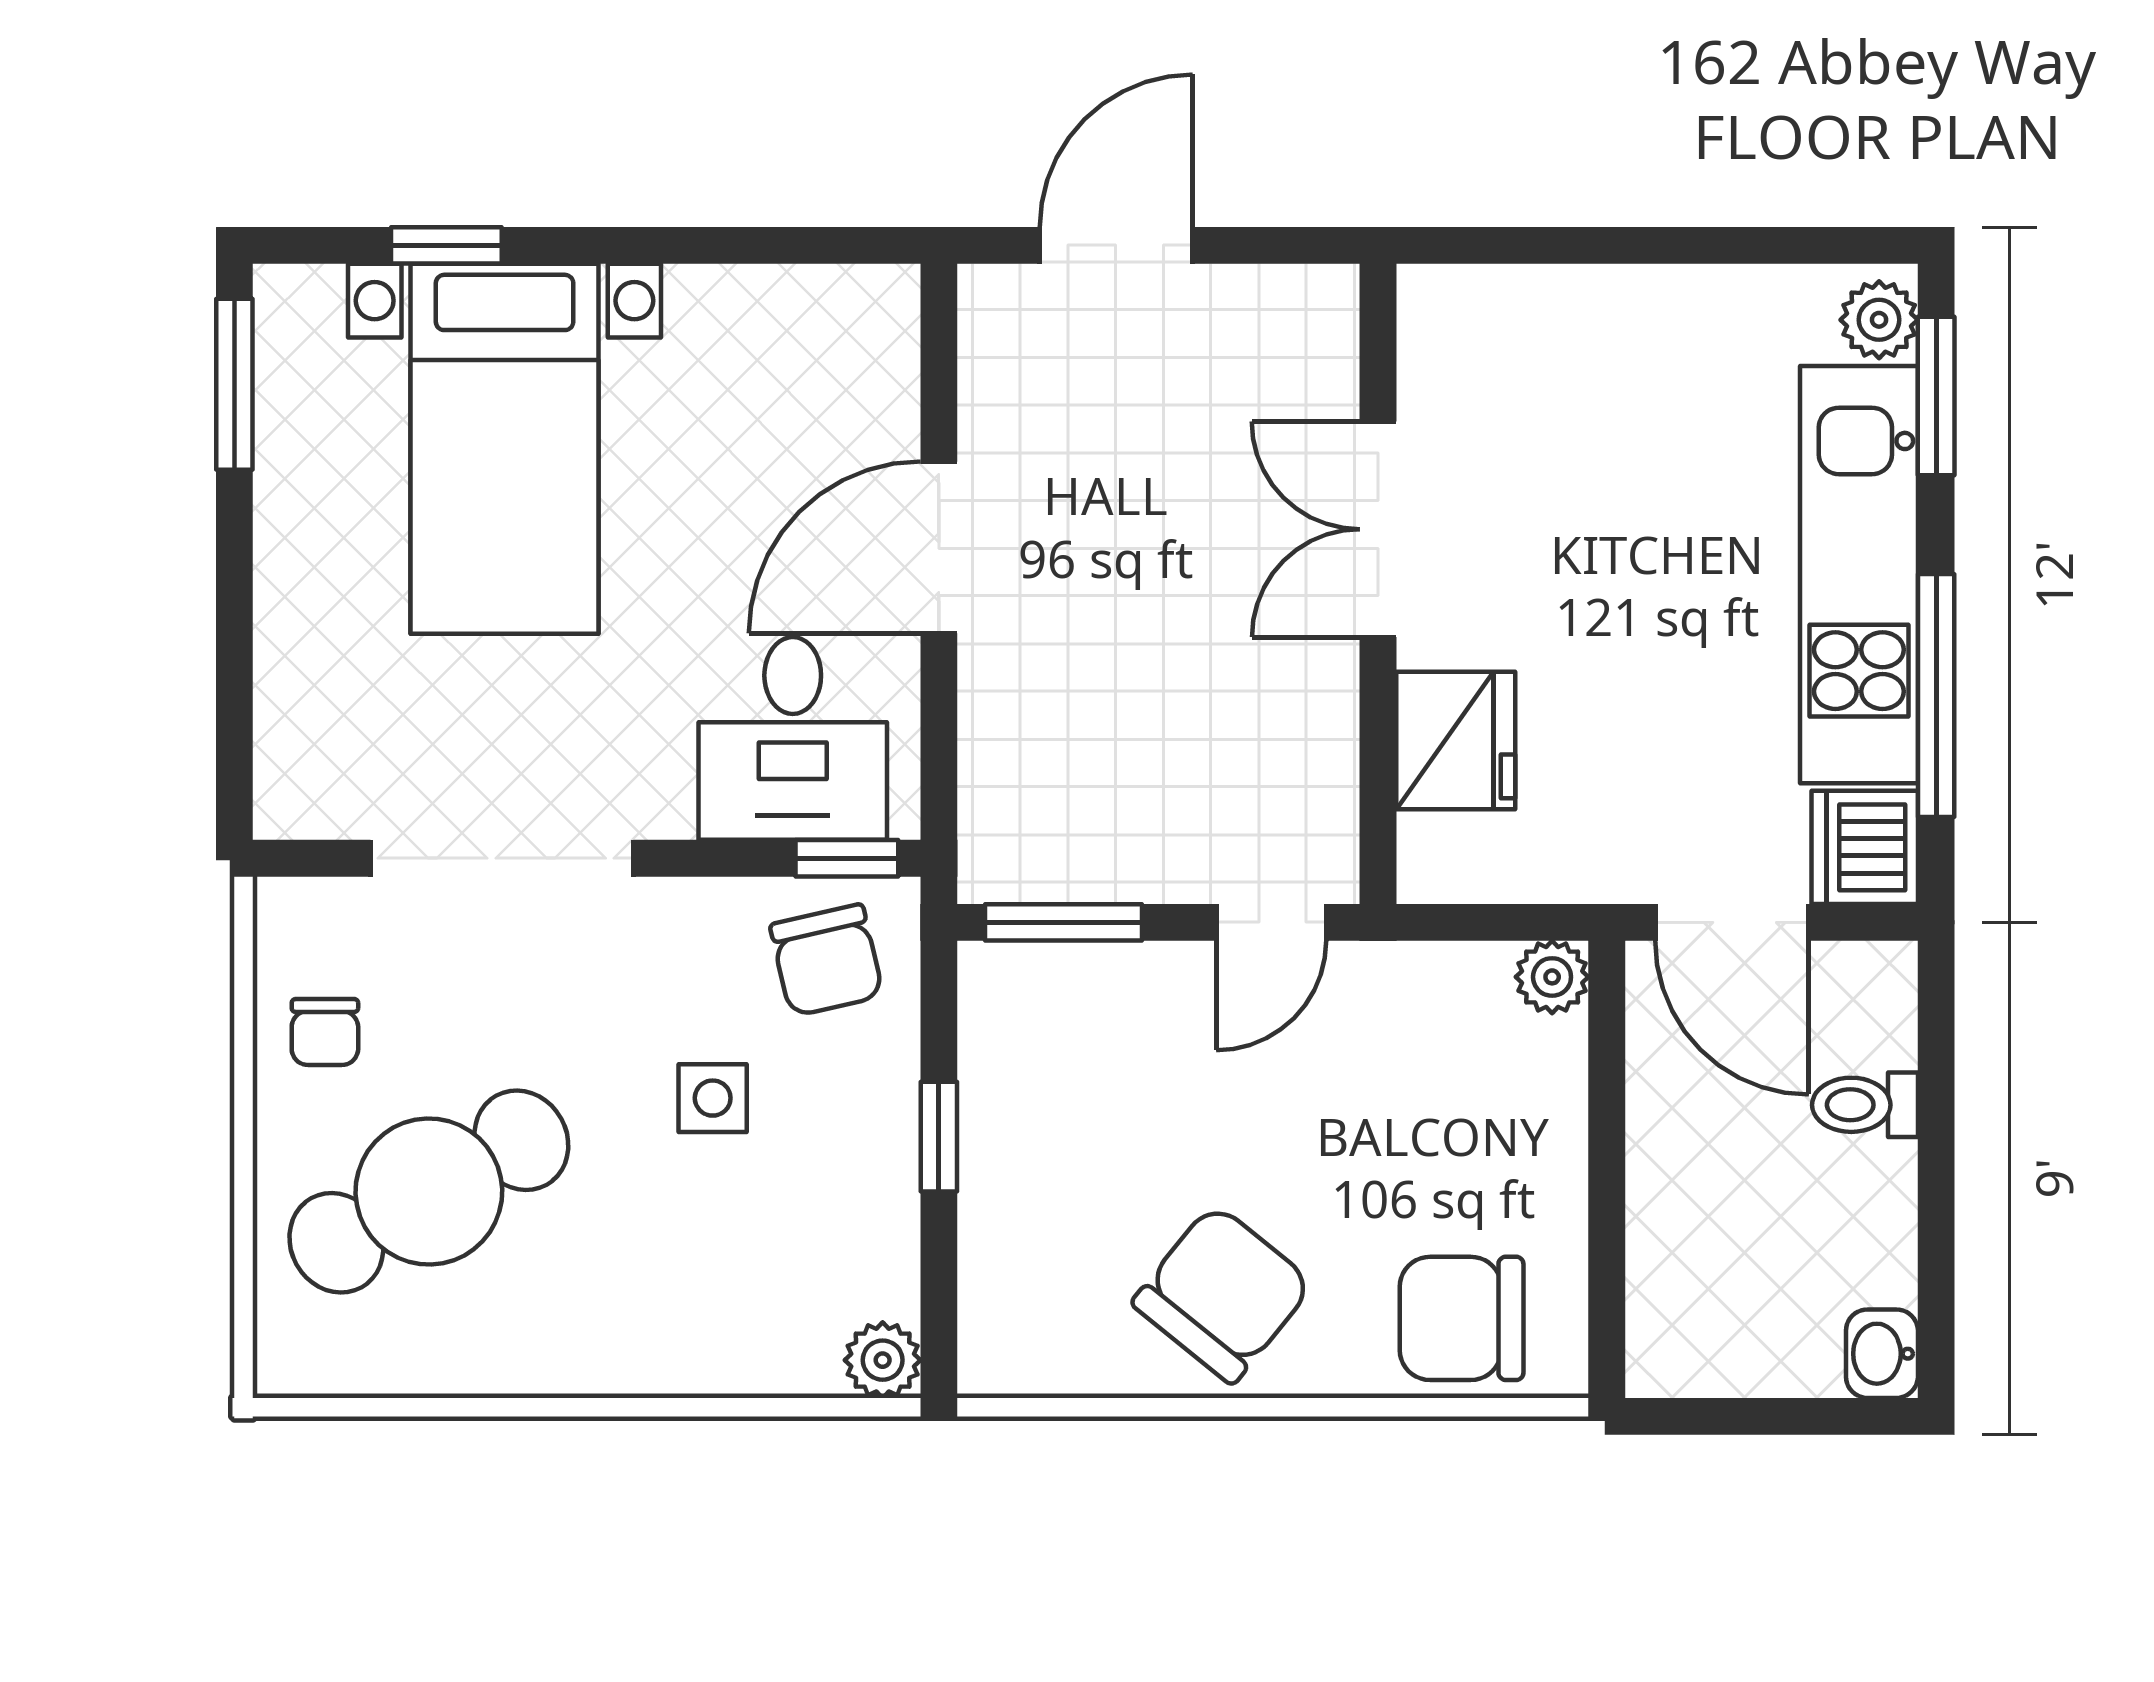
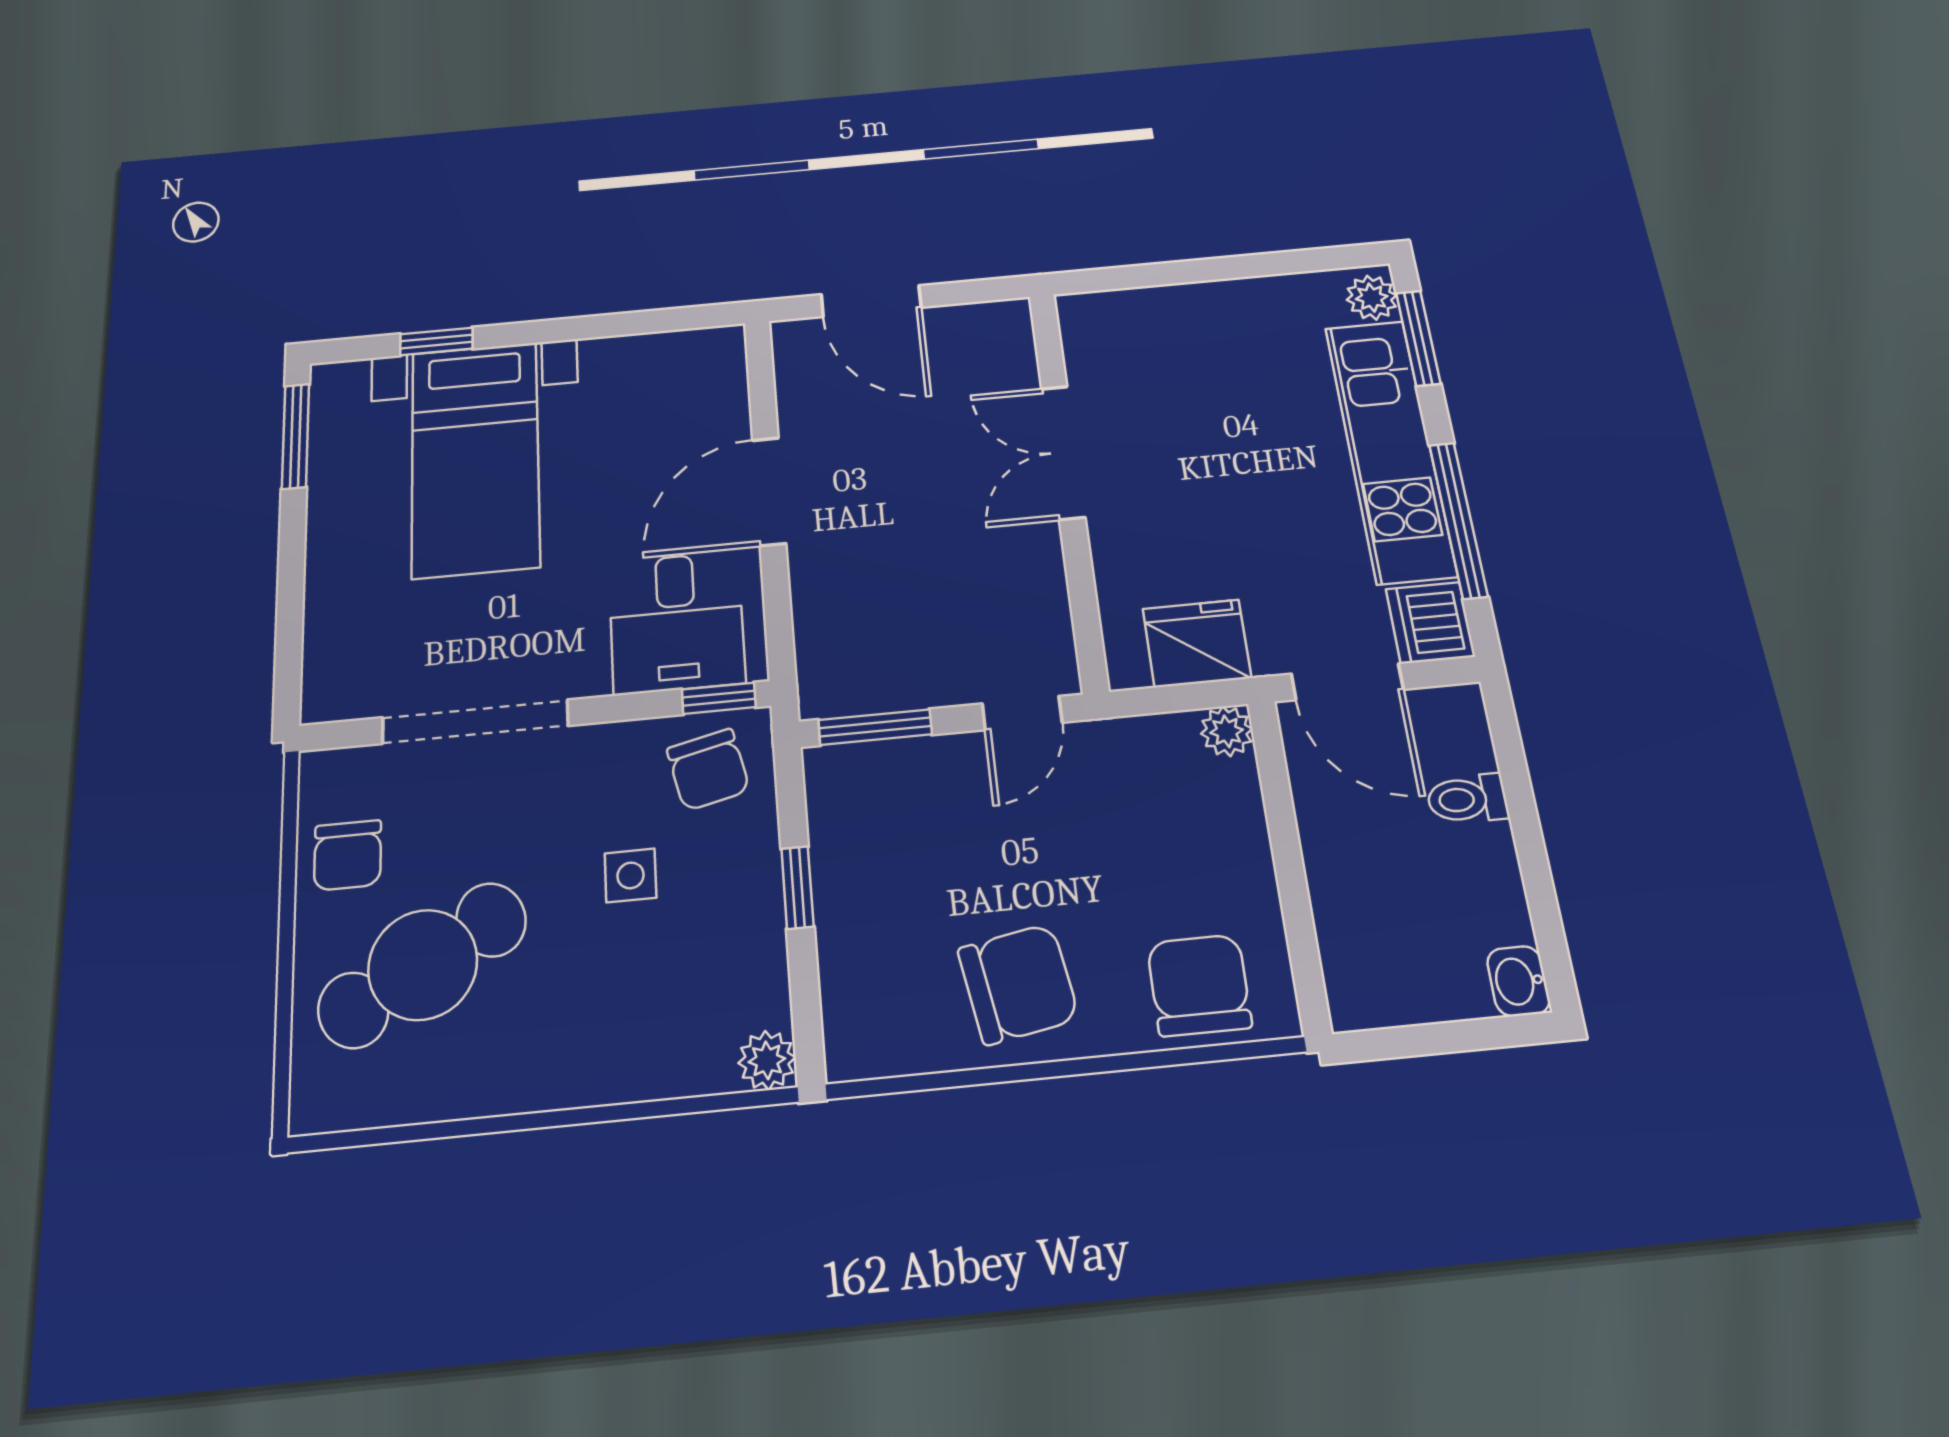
door: (1116, 245) -> (871, 301), swing flipped
fridge: (1456, 741) -> (1197, 643), moved, turned -90
chair: (325, 1032) -> (348, 855), width x1.37, depth x1.37
chair: (1223, 1294) -> (1018, 984), turned 41
chair: (1462, 1318) -> (1199, 985), turned 90

